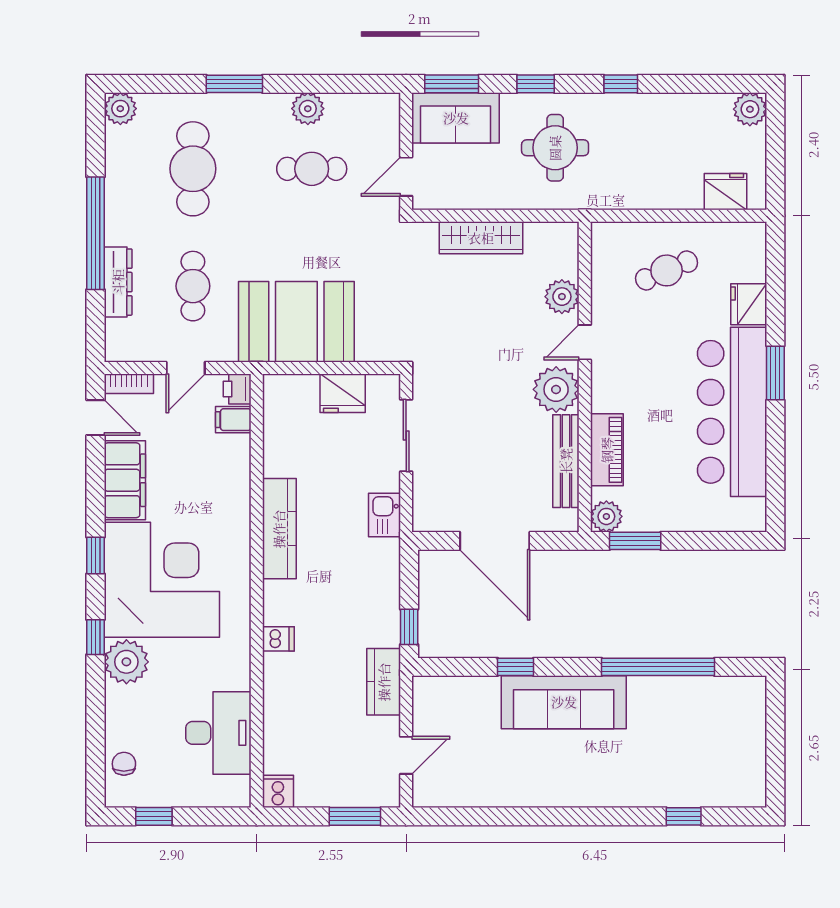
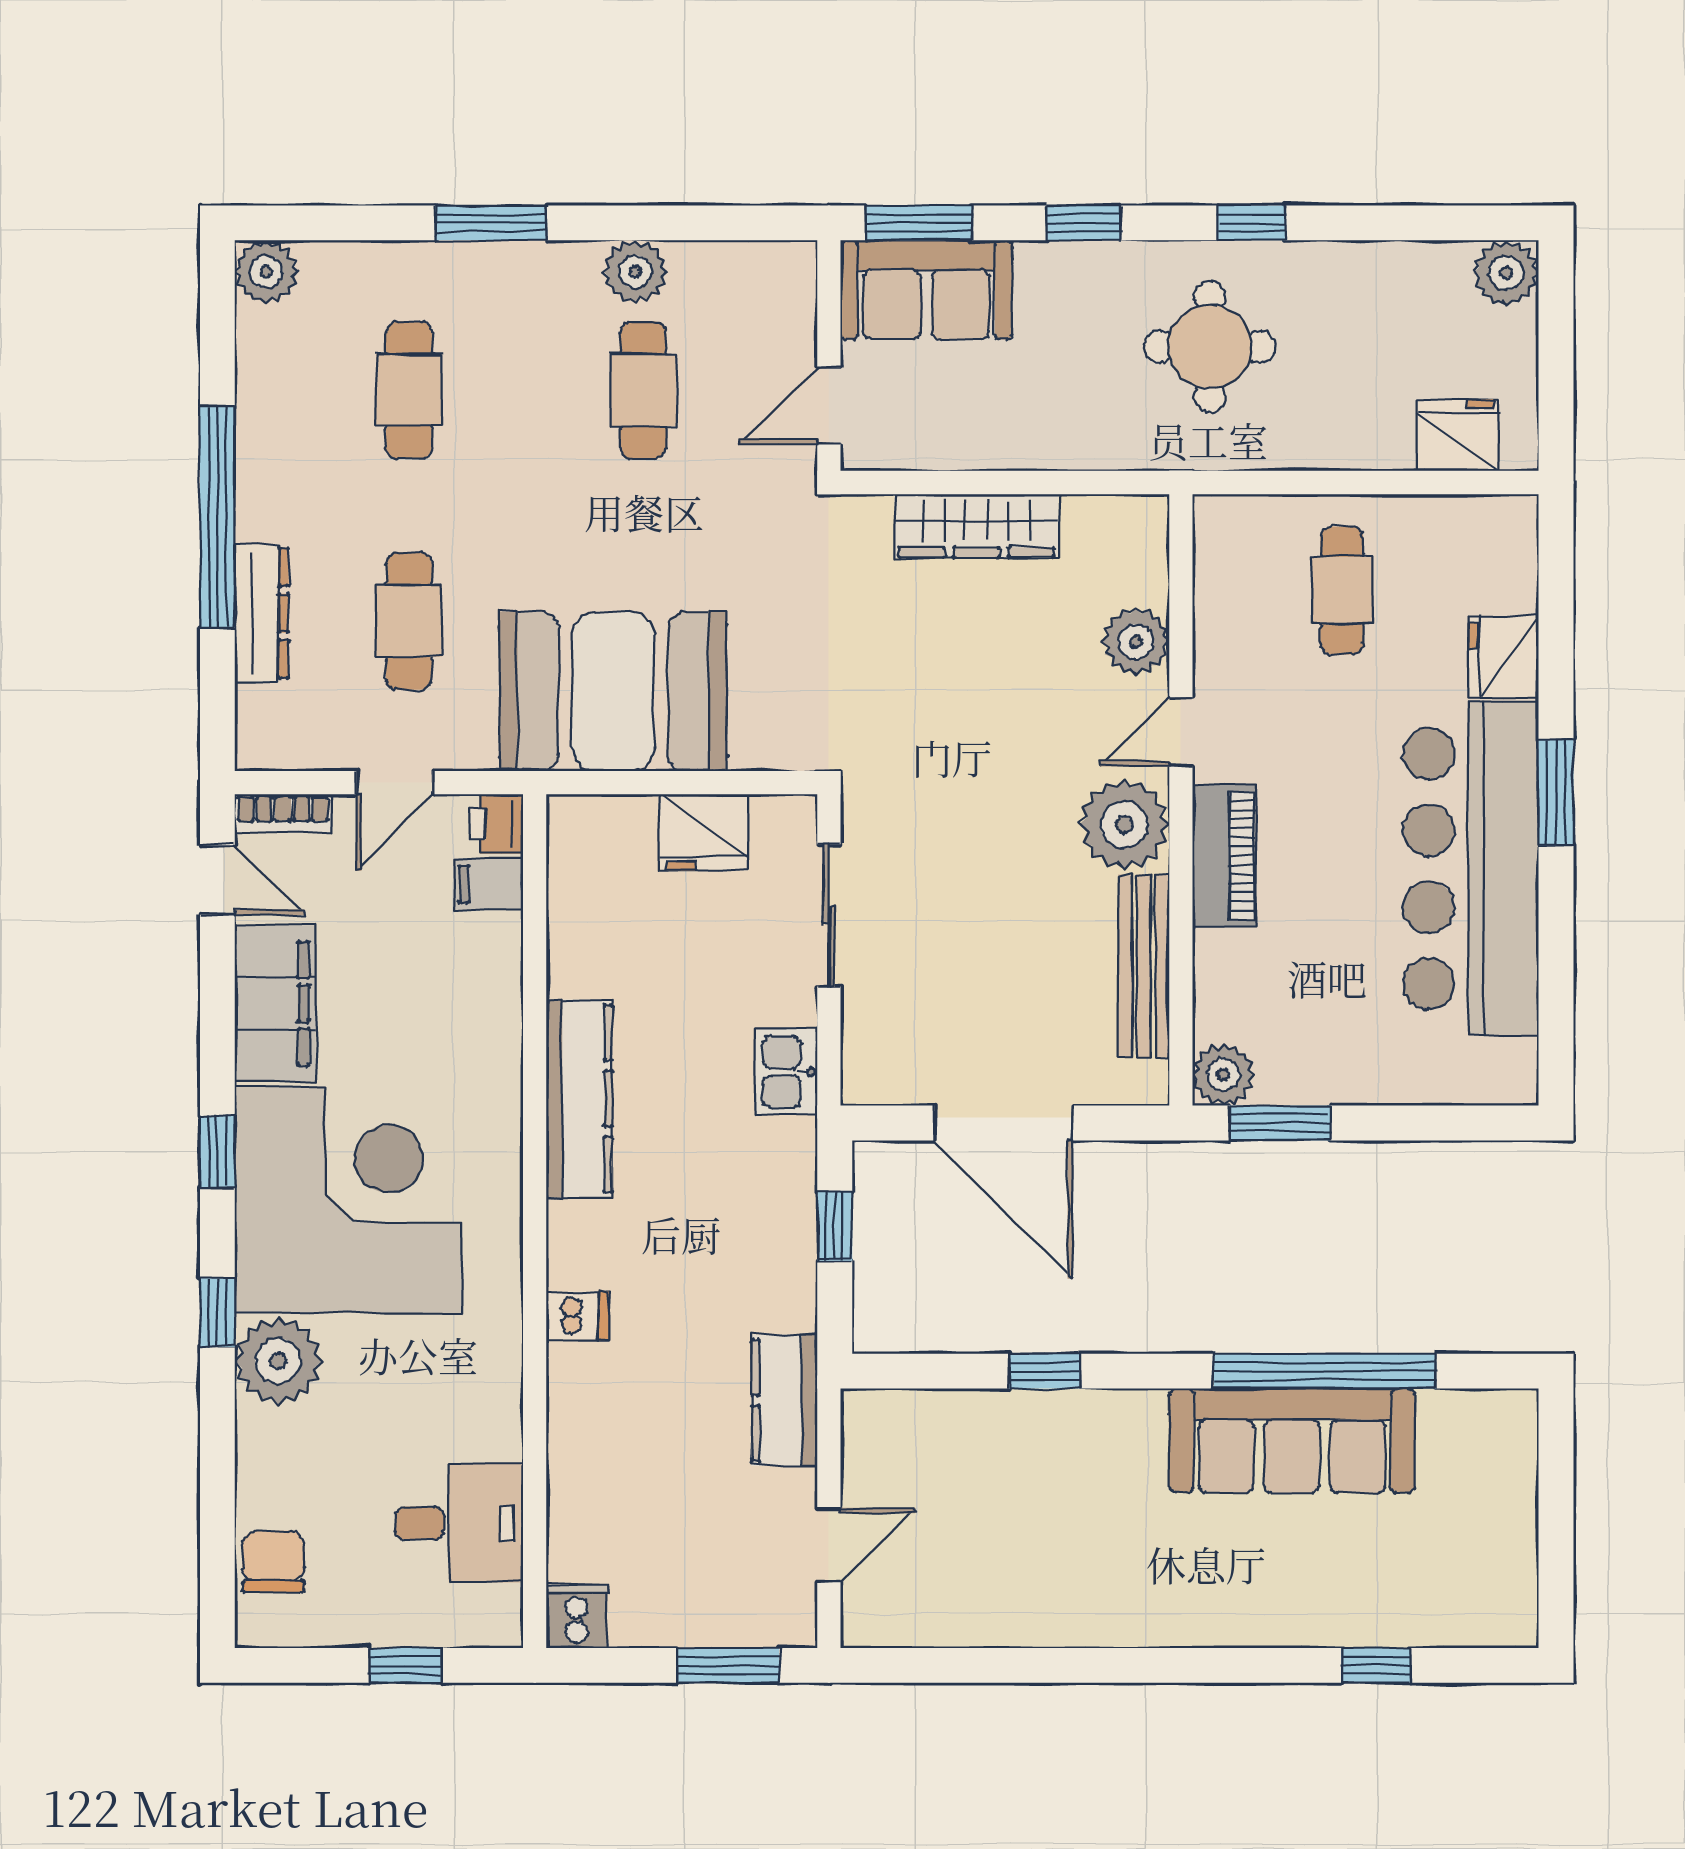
round table: (555, 148) -> (1210, 347), moved
cafe table: (193, 169) -> (409, 390), width x0.73, depth x0.74
cafe table: (312, 169) -> (643, 390), turned 90
cafe table: (667, 270) -> (1342, 590), turned -67
piano: (607, 450) -> (1224, 856), moved
window: (409, 627) -> (835, 1226), moved
sofa: (564, 702) -> (1292, 1441), moved
desk: (218, 733) -> (459, 1523), width x0.73
chair: (124, 764) -> (273, 1562), width x1.37, depth x1.37
window: (154, 816) -> (405, 1665), moved

